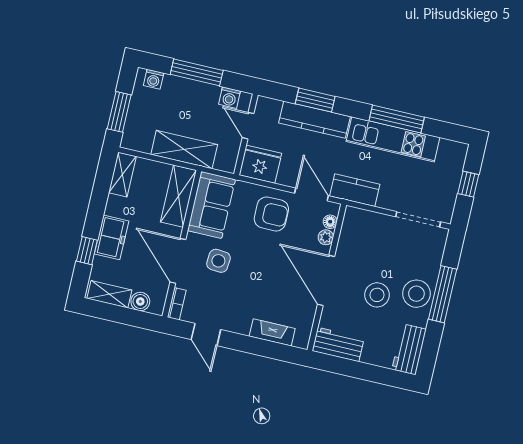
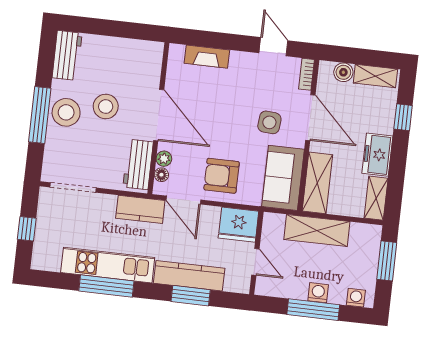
washing machine: (230, 98) -> (318, 293), moved
freezer: (112, 237) -> (377, 155), moved
workbench: (338, 344) -> (138, 164), moved, turned 90

